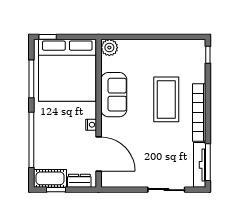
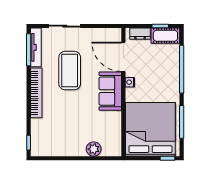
plant: (109, 48) -> (94, 149), moved
sofa: (114, 95) -> (110, 91), moved
coffee table: (166, 99) -> (70, 71), moved

